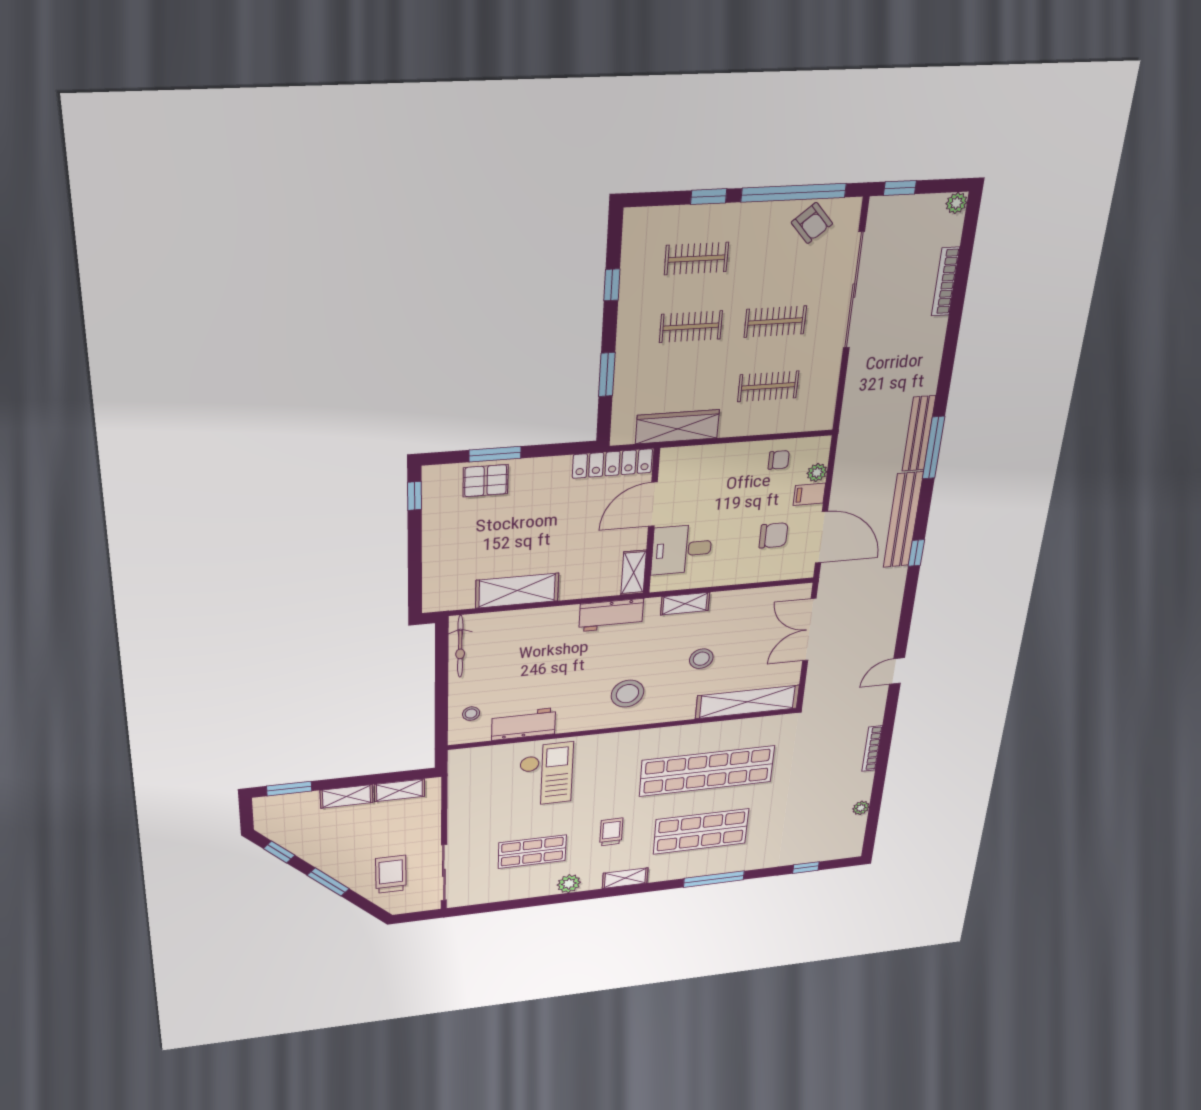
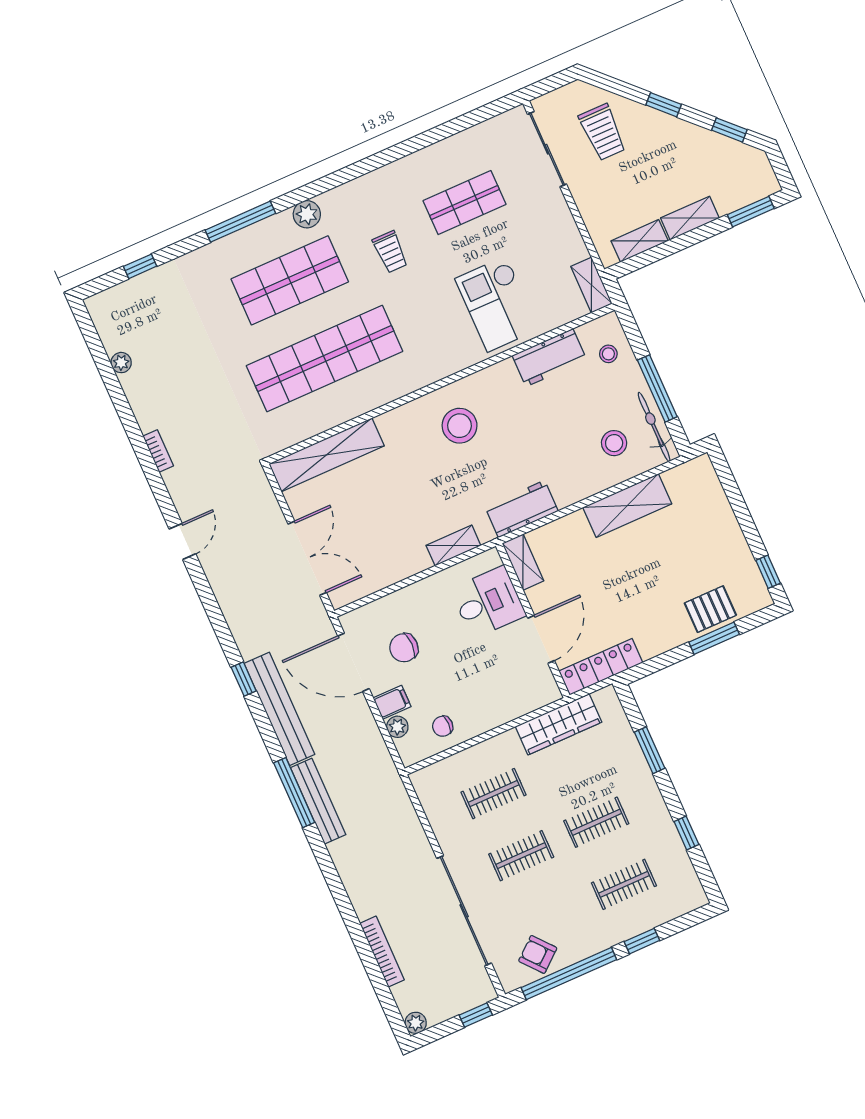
stool: (701, 659) -> (614, 443), moved
window: (442, 676) -> (657, 388), added
bookcase: (872, 749) -> (158, 451), width x0.64
shelving: (625, 878) -> (592, 285), moved, turned 90
window: (328, 882) -> (664, 105), width x0.67
plant: (569, 884) -> (307, 214), moved

